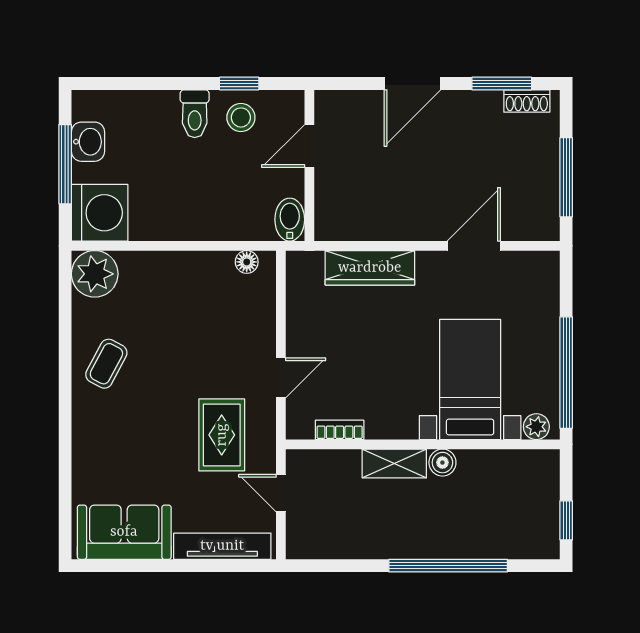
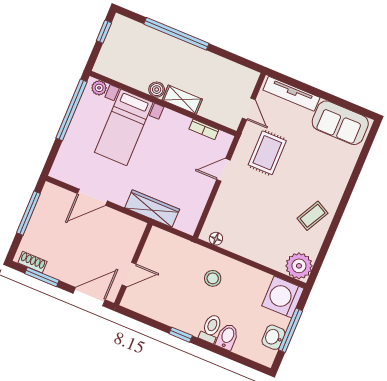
stool: (241, 117) -> (213, 278), moved
door: (309, 146) -> (129, 274), moved
wall: (309, 165) -> (133, 264), moved
bidet: (290, 220) -> (227, 337), moved, turned 180

